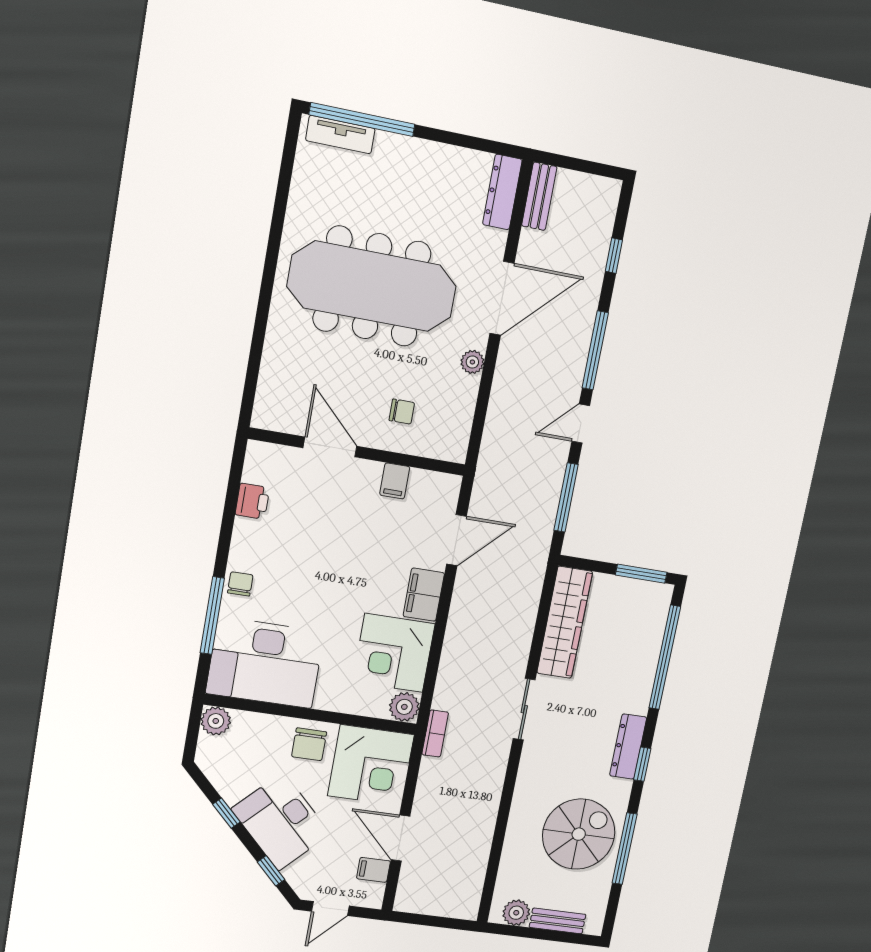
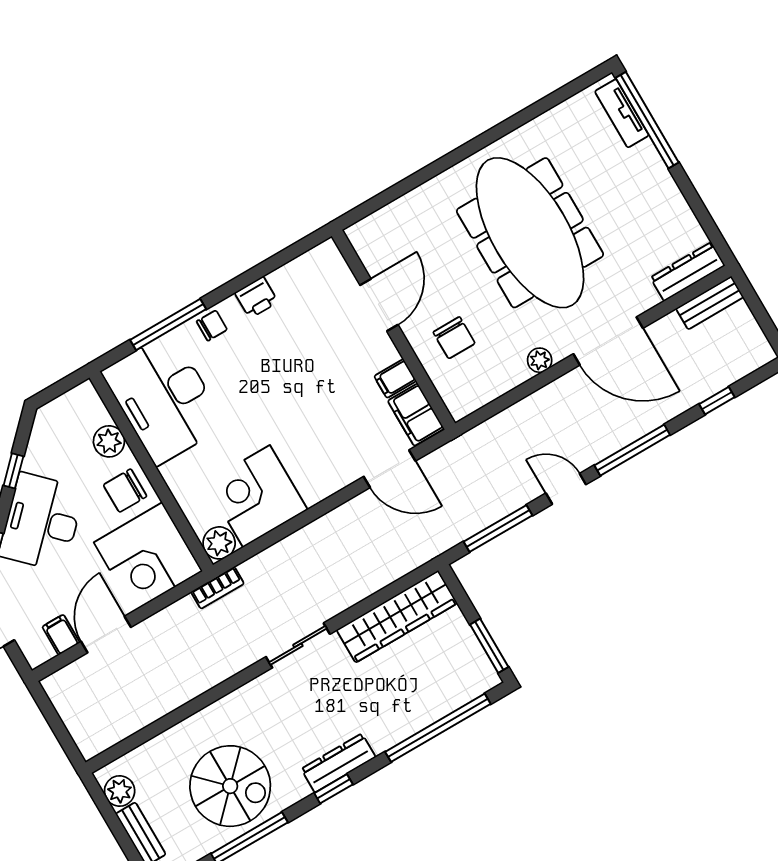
chair: (402, 412) -> (454, 338), width x1.37, depth x1.37
printer: (252, 501) -> (256, 297), moved
filing cabinet: (424, 595) -> (416, 415), moved, turned -90
plant: (216, 721) -> (109, 441), moved

